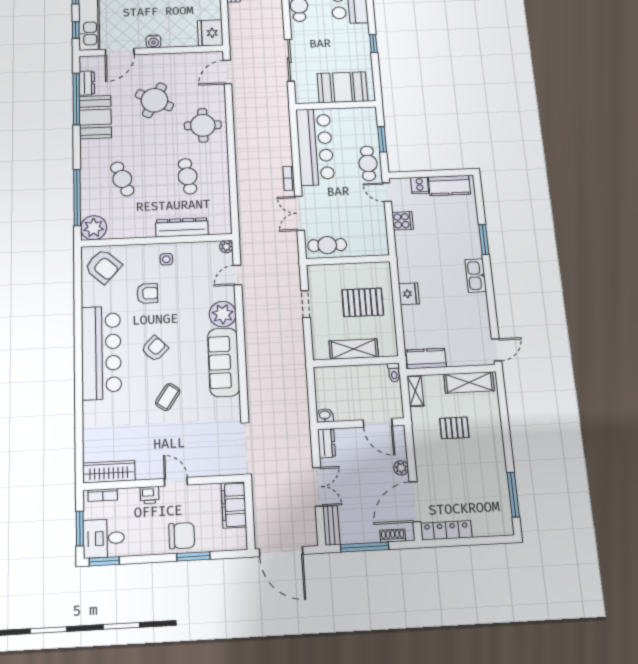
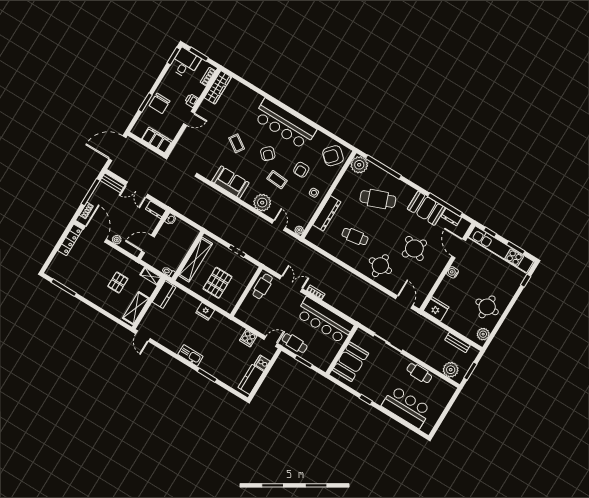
cafe table: (122, 179) -> (378, 199), width x1.37, depth x1.35
coffee table: (181, 315) -> (277, 180), added
shelving: (354, 349) -> (195, 260), width x1.47
sofa: (224, 362) -> (230, 182), width x0.73

